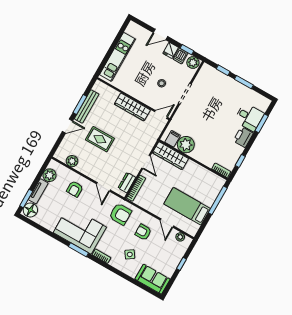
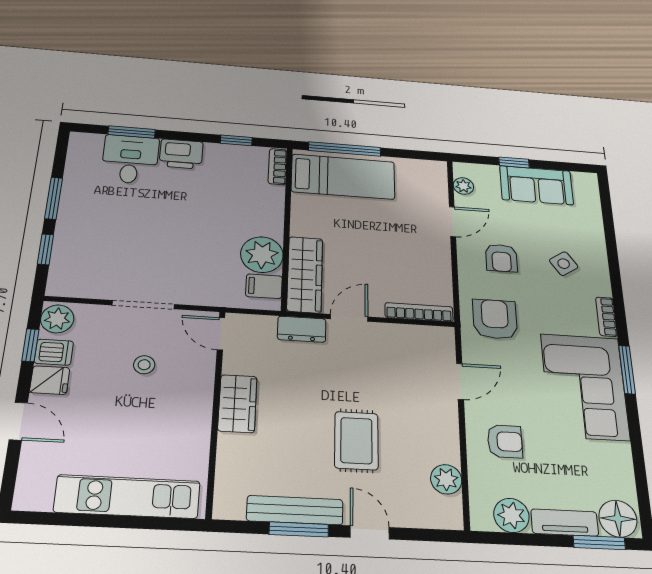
wardrobe: (132, 107) -> (237, 403), width x0.67
dresser: (127, 183) -> (302, 329), moved
bed: (187, 206) -> (343, 177), moved, turned -90
sofa: (153, 279) -> (536, 185), moved, turned -90

